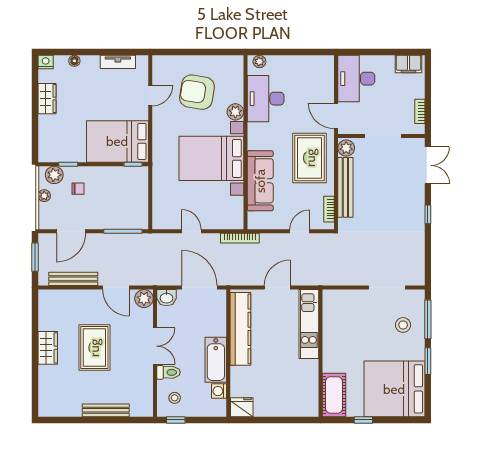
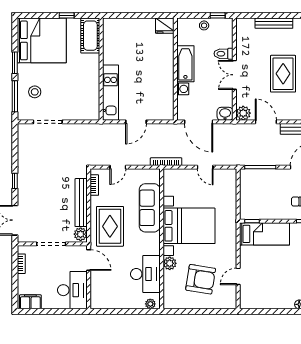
tv unit: (118, 62) -> (264, 304), removed
bed: (117, 141) -> (265, 234), width x0.67
kitchen counter: (240, 329) -> (166, 89), removed
washing machine: (219, 391) -> (183, 89), moved
stool: (175, 398) -> (204, 25), moved

